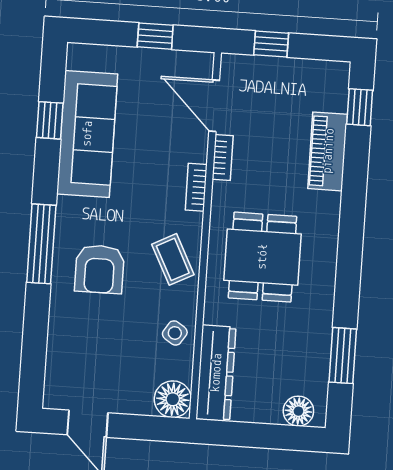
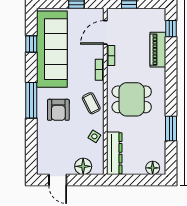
door: (214, 106) -> (105, 32), hinge flipped
sofa: (87, 134) -> (52, 49), width x1.36, depth x1.27
dining table: (262, 257) -> (132, 99), turned 90
window: (343, 356) -> (171, 128), moved
floor lamp: (173, 399) -> (83, 166), moved

